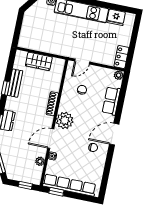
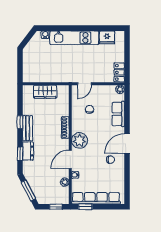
bench: (15, 83) -> (28, 128), moved

